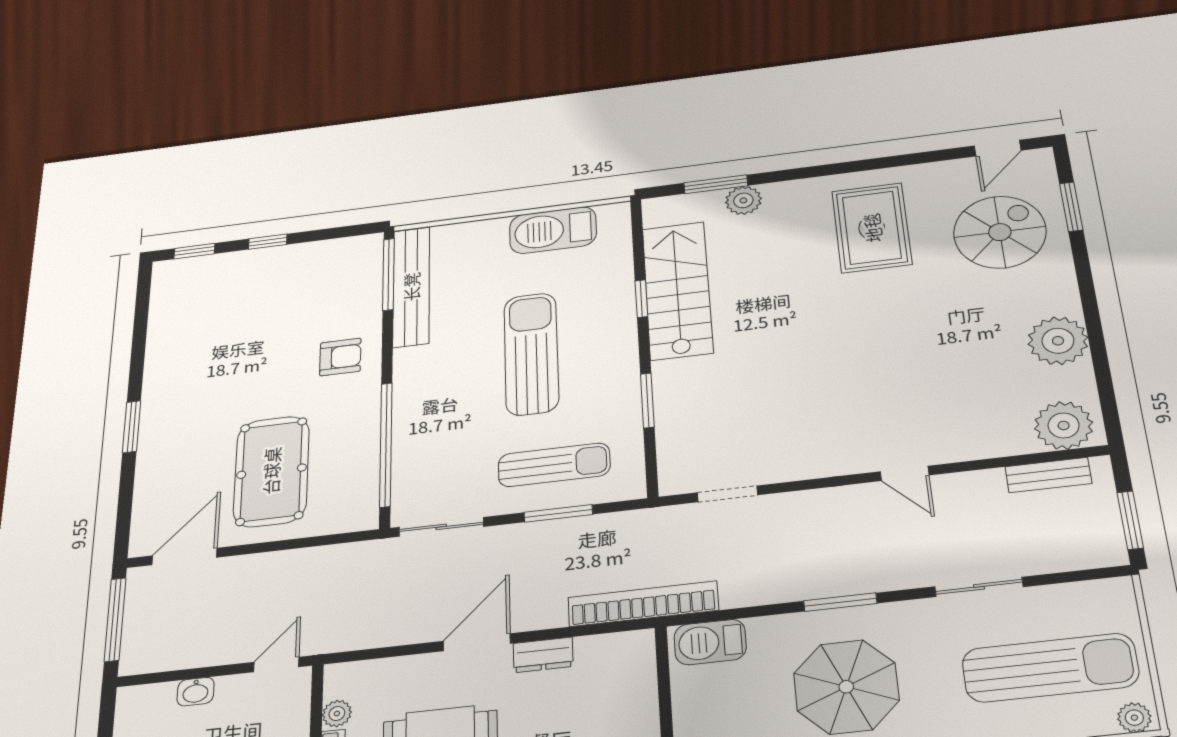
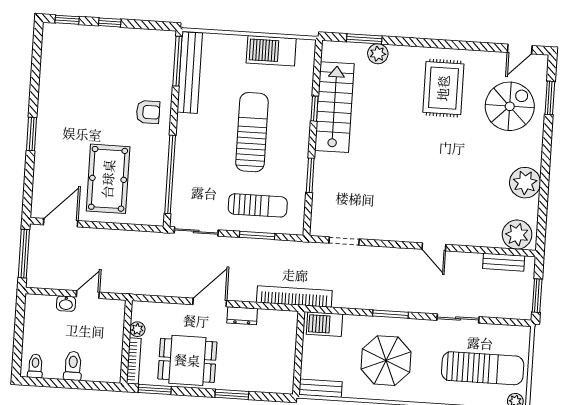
door: (276, 664) -> (88, 295), moved

